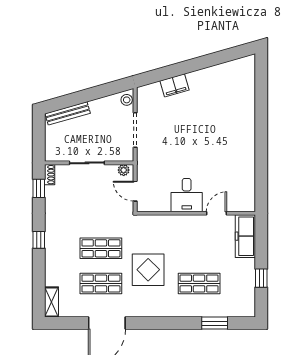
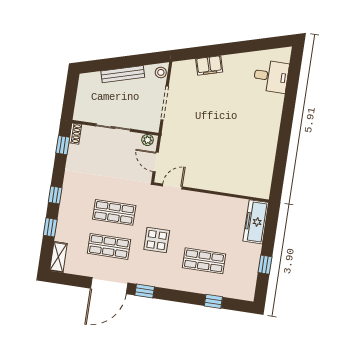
bench: (68, 113) -> (123, 74), moved
desk: (187, 195) -> (271, 76), moved, turned -90
door: (216, 213) -> (172, 186), moved
display table: (148, 270) -> (157, 240), width x0.73, depth x0.73
window: (39, 273) -> (50, 227), added
window: (144, 323) -> (145, 291), added
window: (215, 323) -> (213, 301), width x0.67

